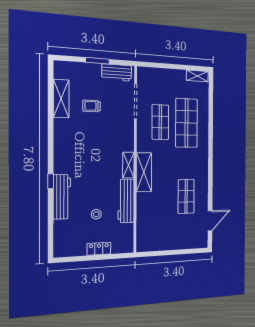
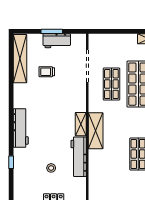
workbench: (117, 73) -> (57, 41), moved
shelving: (61, 99) -> (20, 59), width x1.47
window: (51, 181) -> (11, 162), moved
workbench: (62, 197) -> (21, 128), moved

